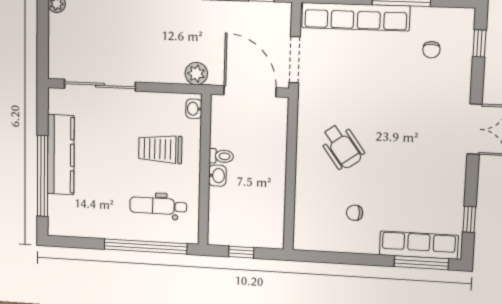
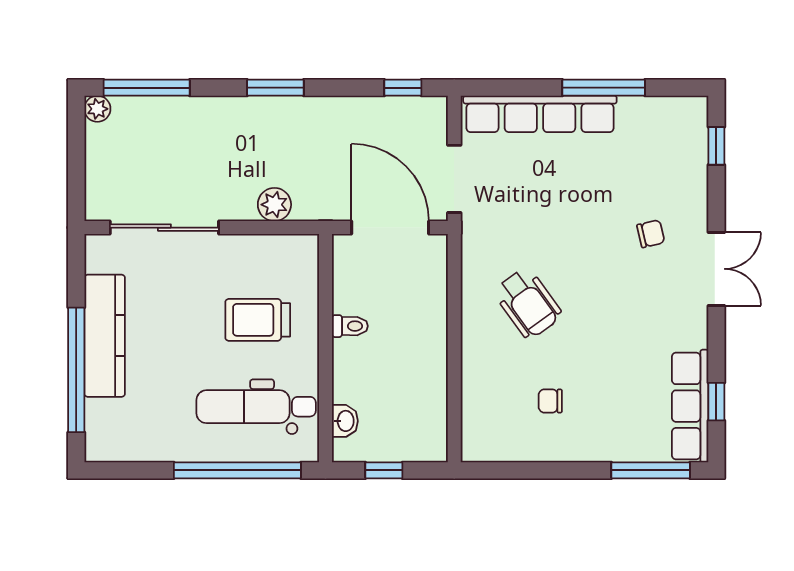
chair: (431, 50) -> (651, 234), moved, turned -103
plant: (196, 74) -> (274, 205), moved
washbasin: (194, 109) -> (307, 257), removed
washbasin: (217, 176) -> (345, 421), moved
dental chair: (158, 206) -> (256, 407), width x1.36, depth x1.38
row of seats: (419, 245) -> (690, 406), moved, turned -90

